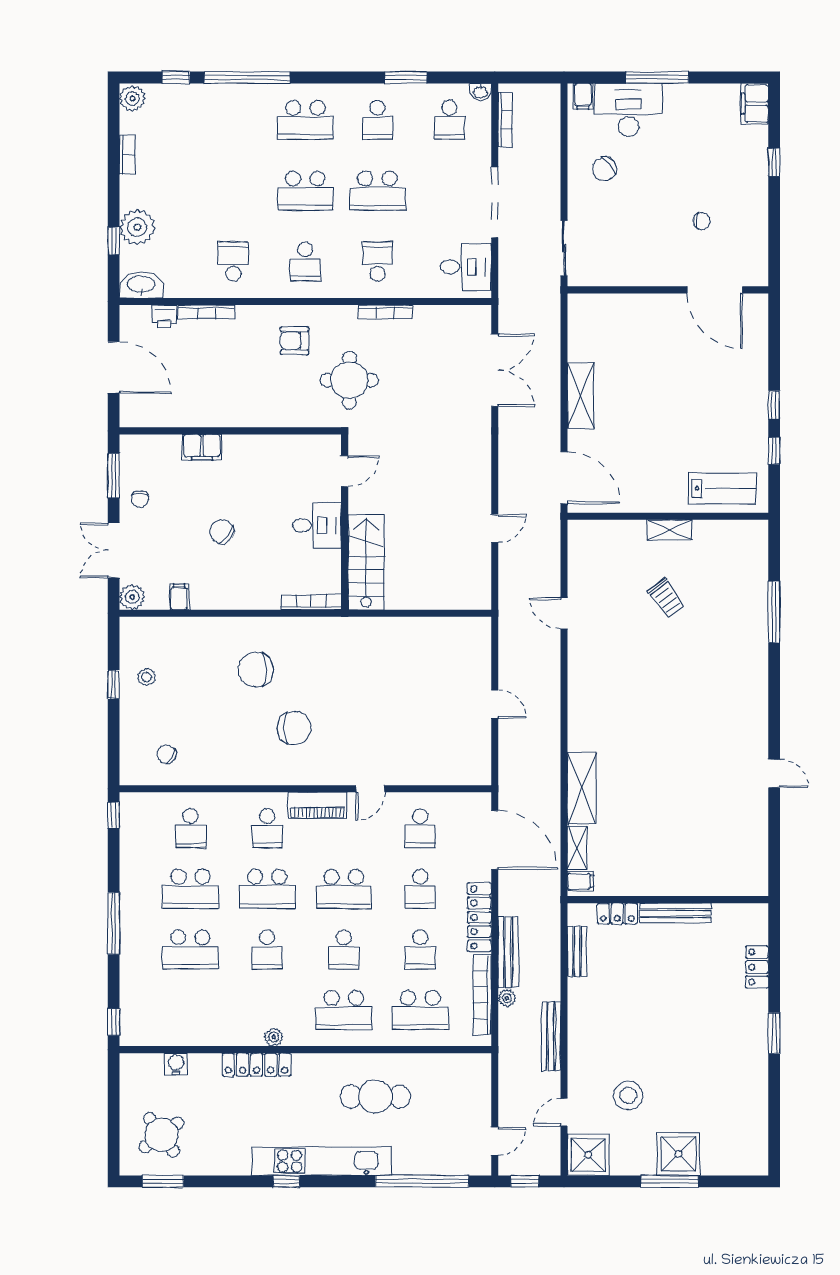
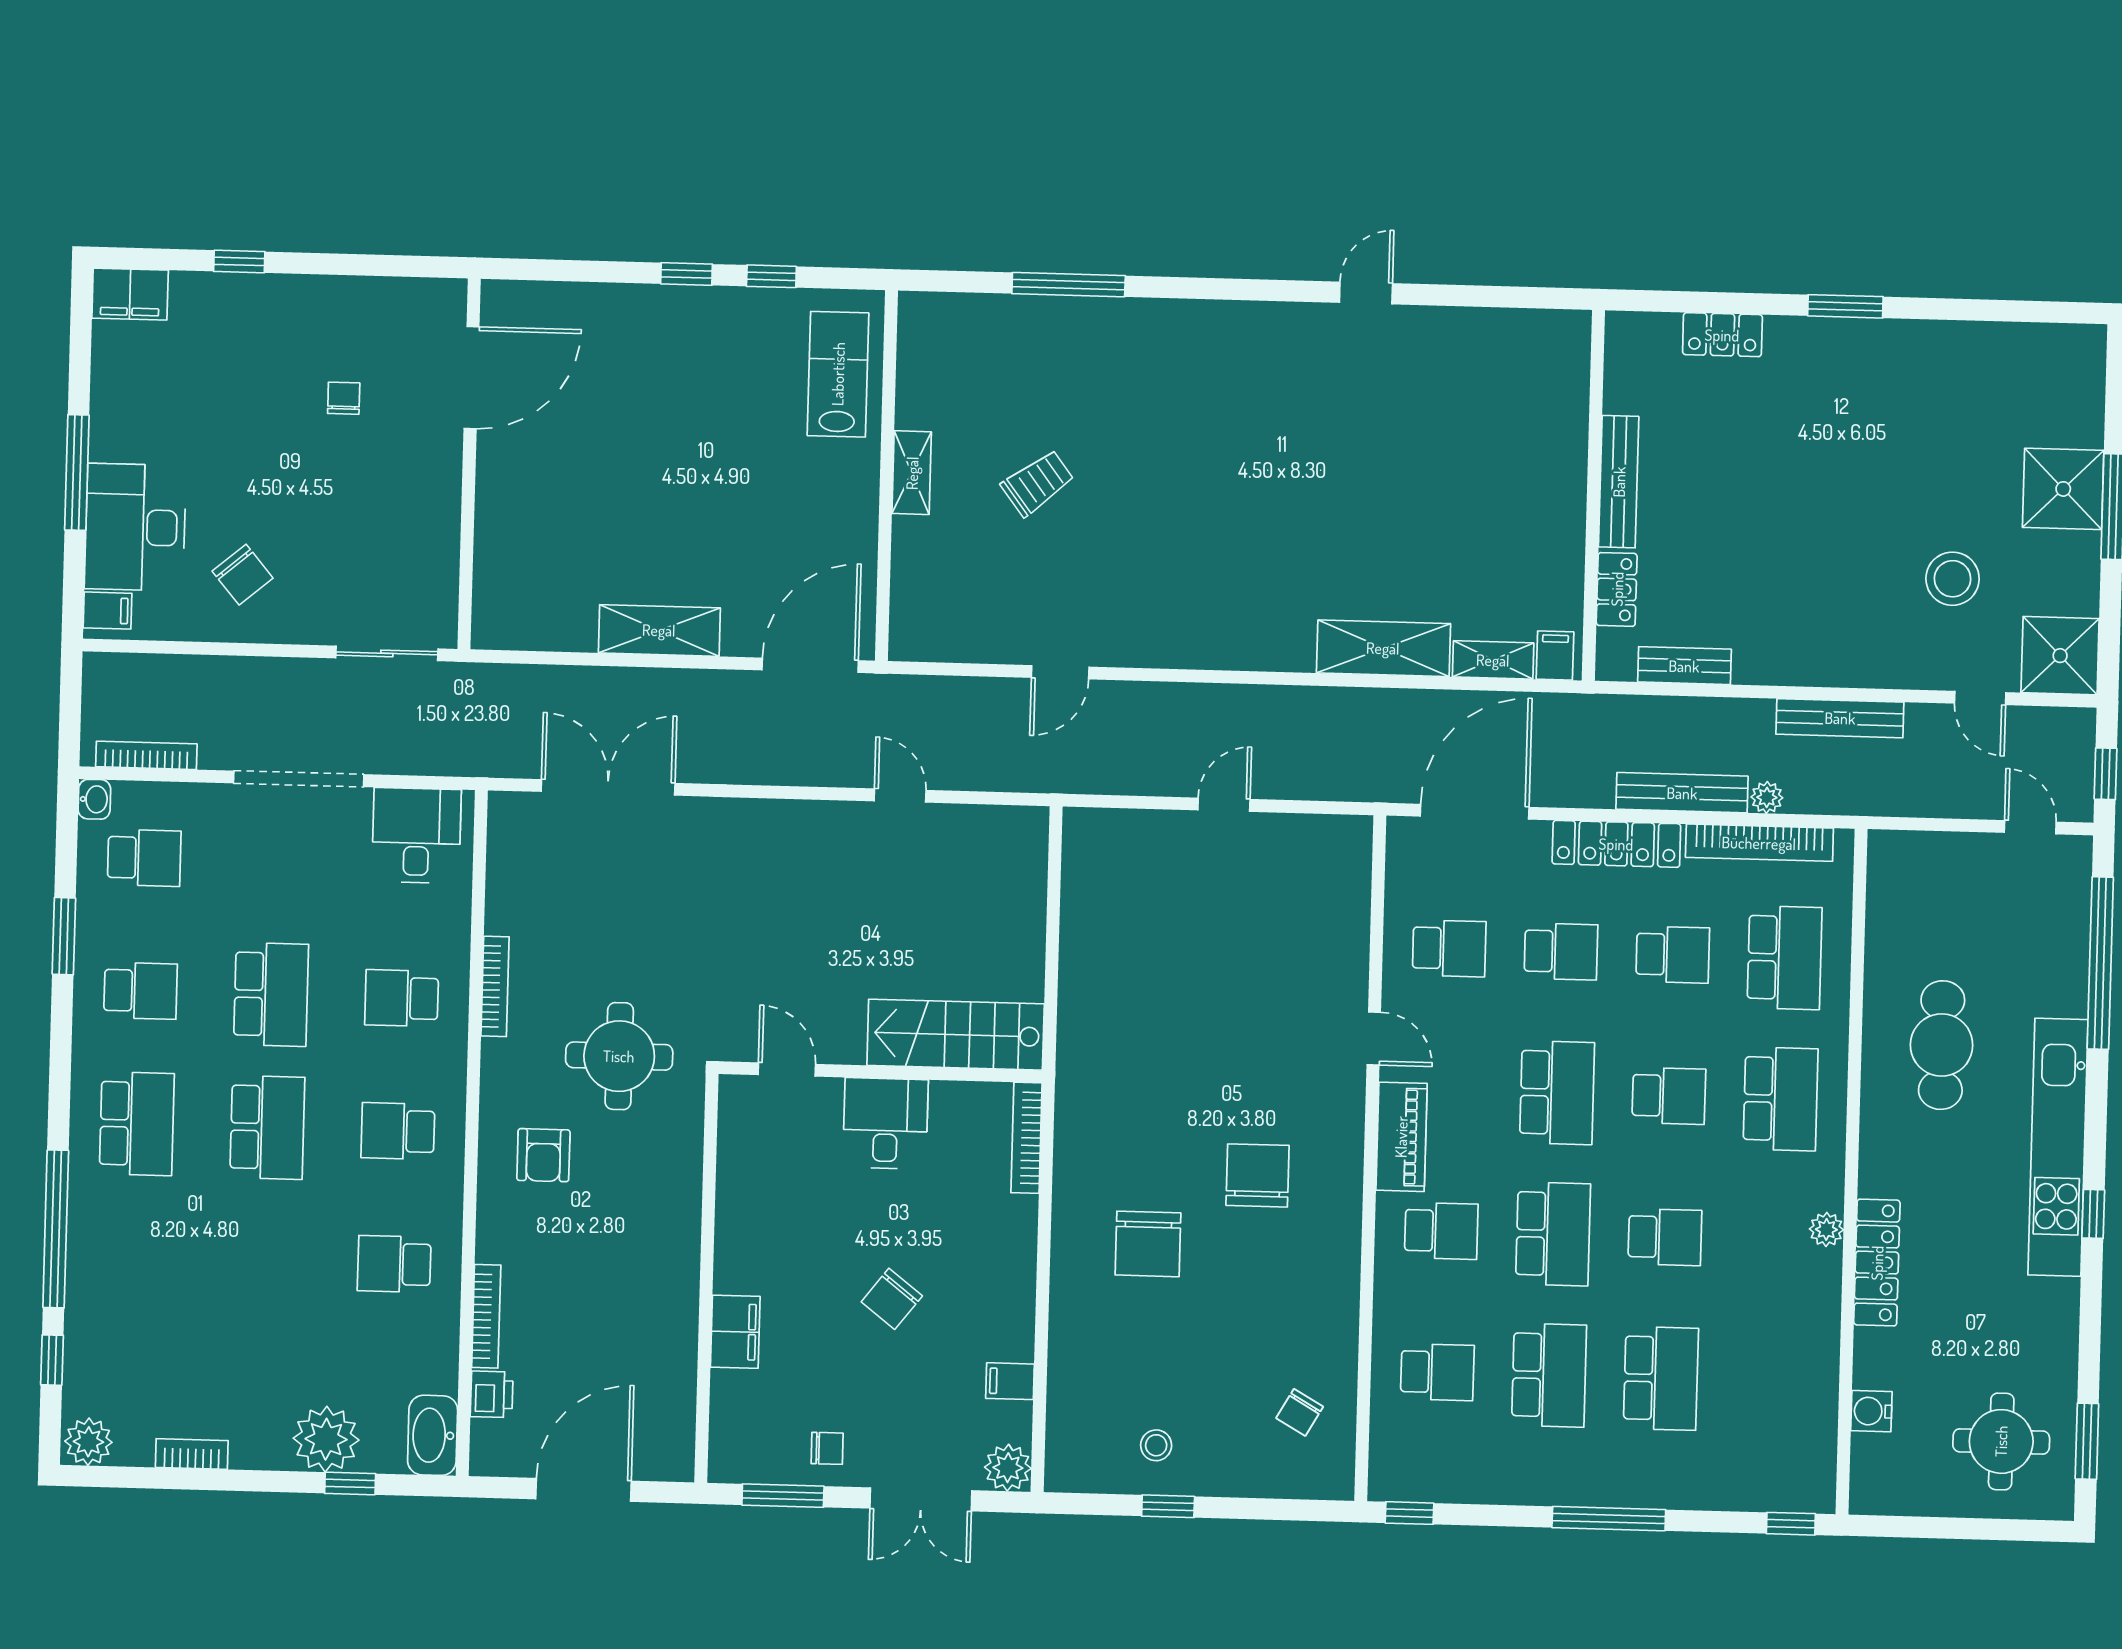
school desk: (305, 261) -> (398, 1131), turned 180
round table: (161, 1135) -> (2001, 1441), turned 36

